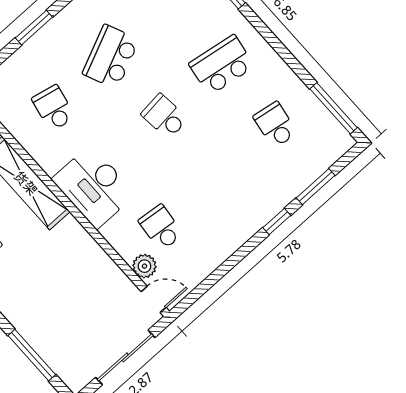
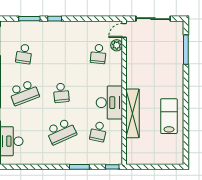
school desk: (222, 65) -> (24, 93), turned -30
desk: (94, 187) -> (109, 103), moved
door: (154, 299) -> (124, 30), hinge flipped

